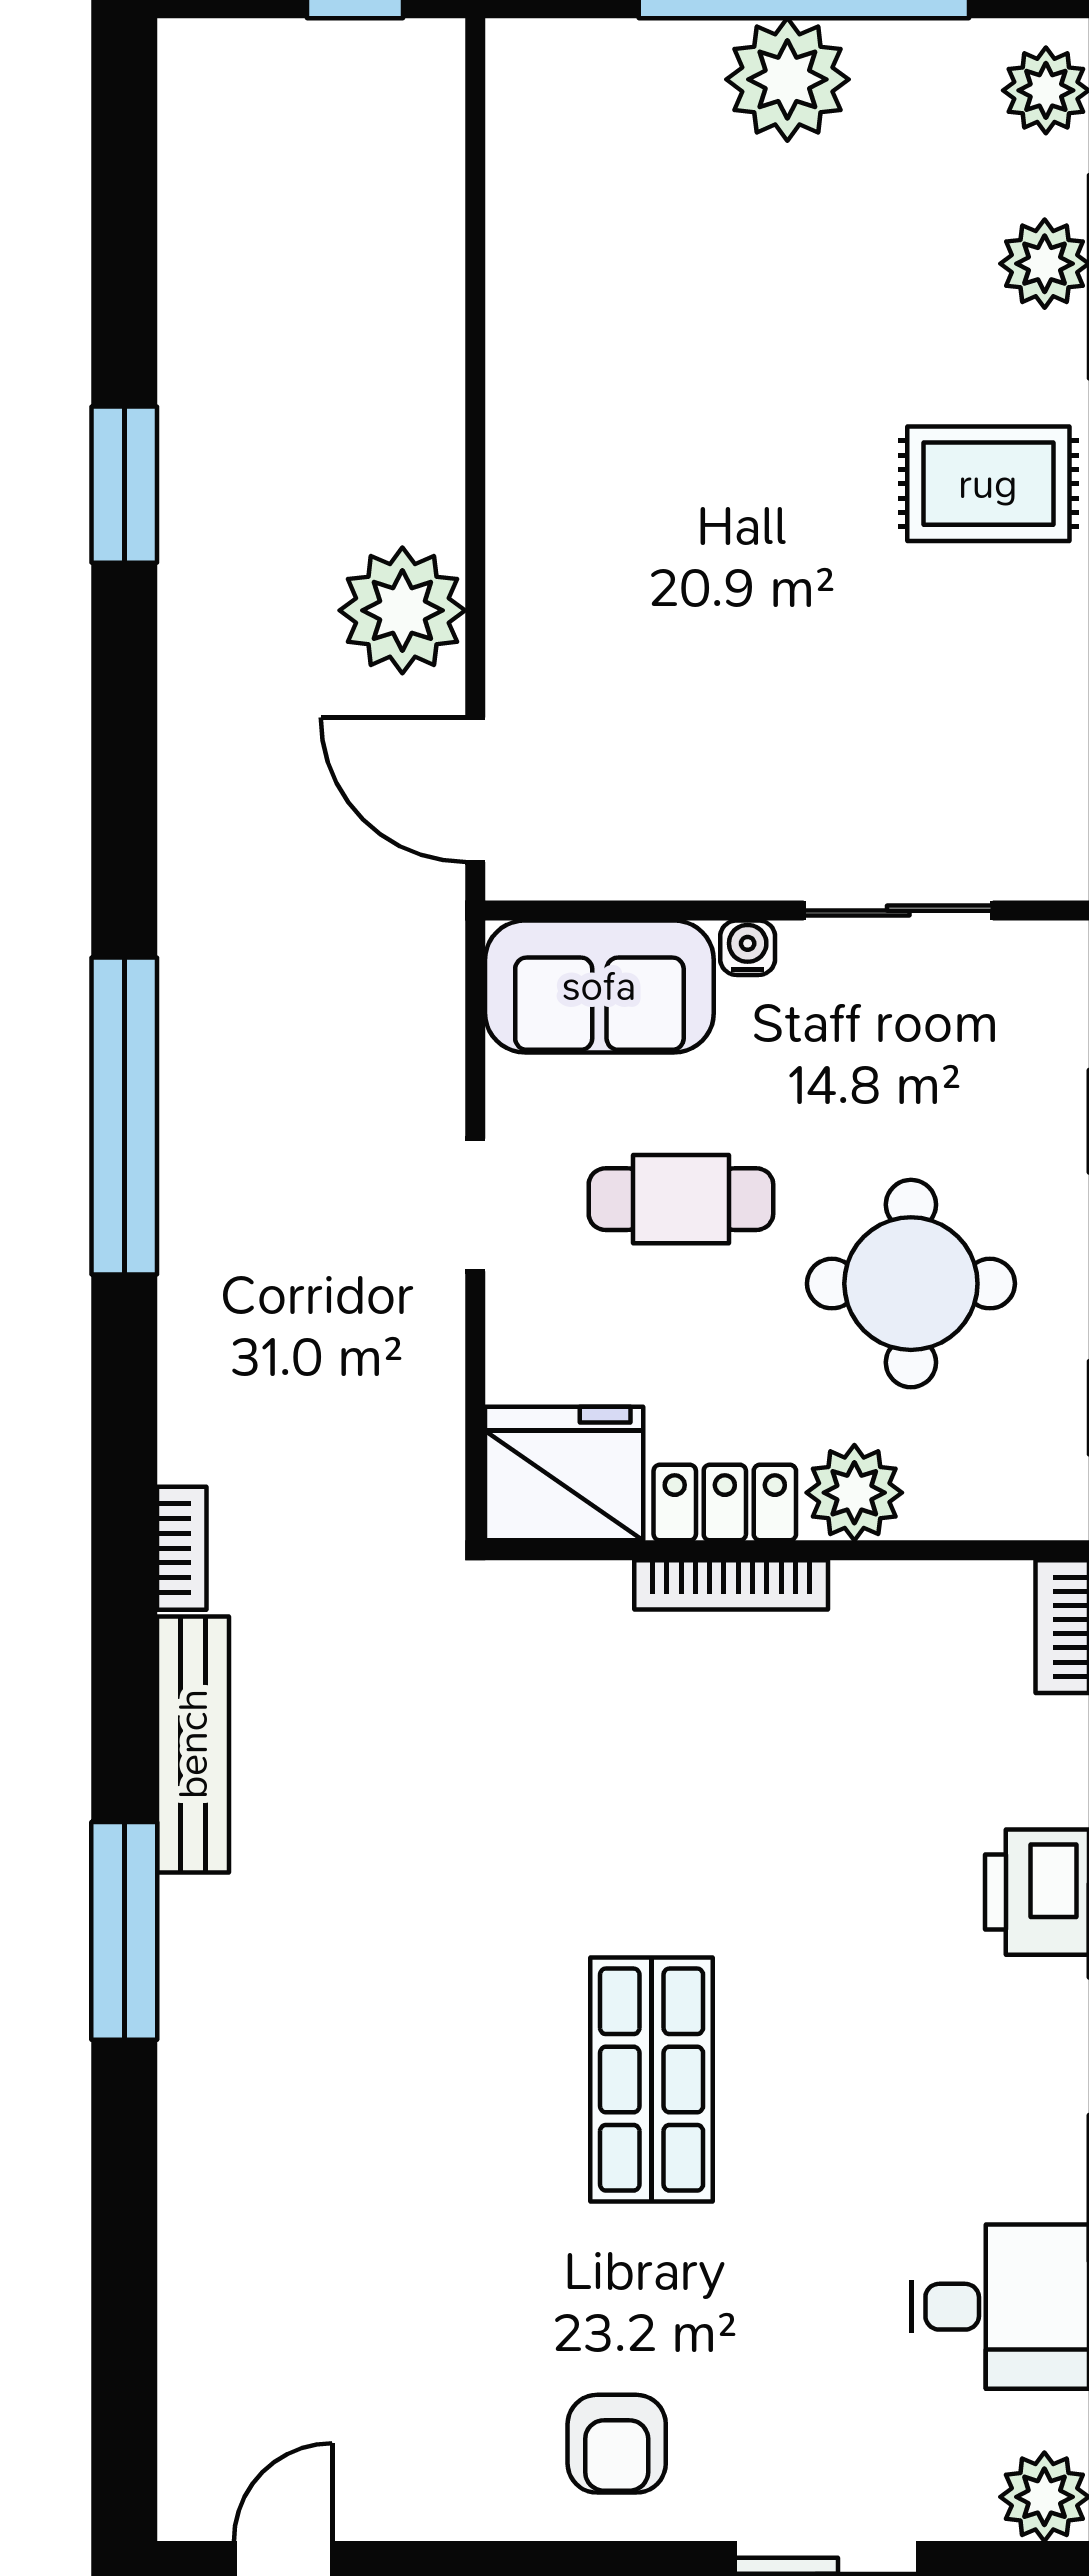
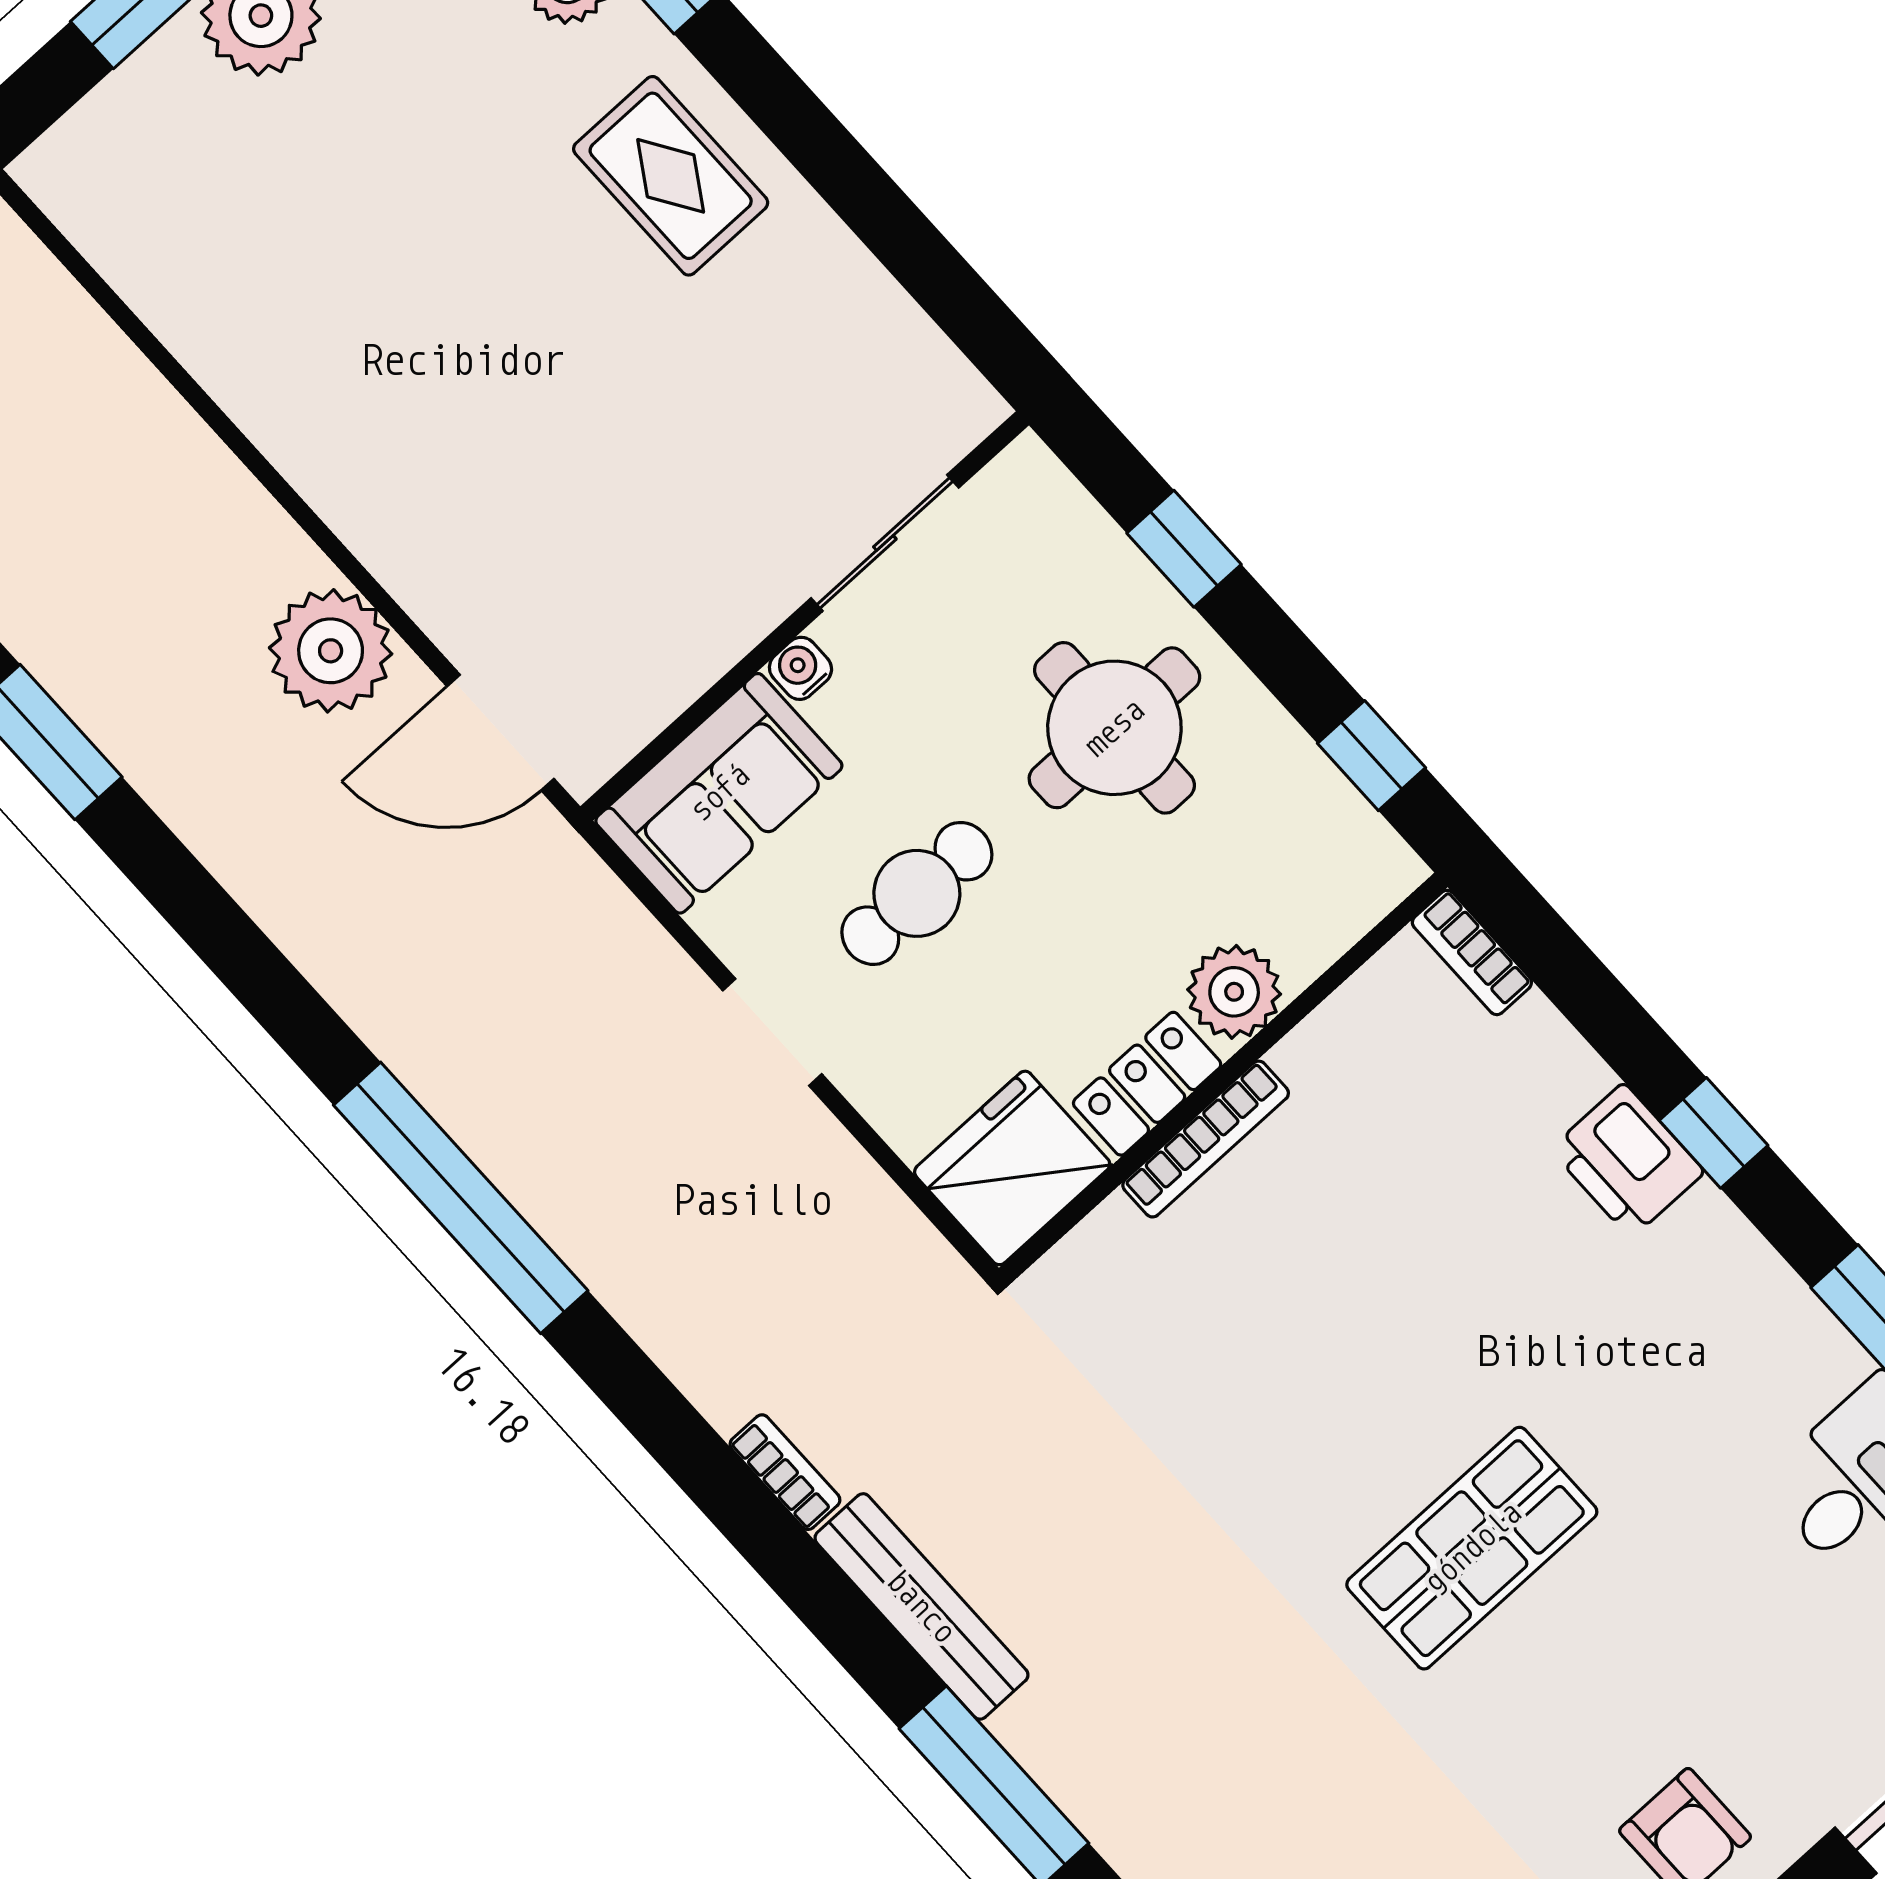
rug: (988, 484) -> (671, 176), turned 90
round table: (911, 1284) -> (1114, 728), moved
shop shelf: (652, 2080) -> (1472, 1548), turned 90

